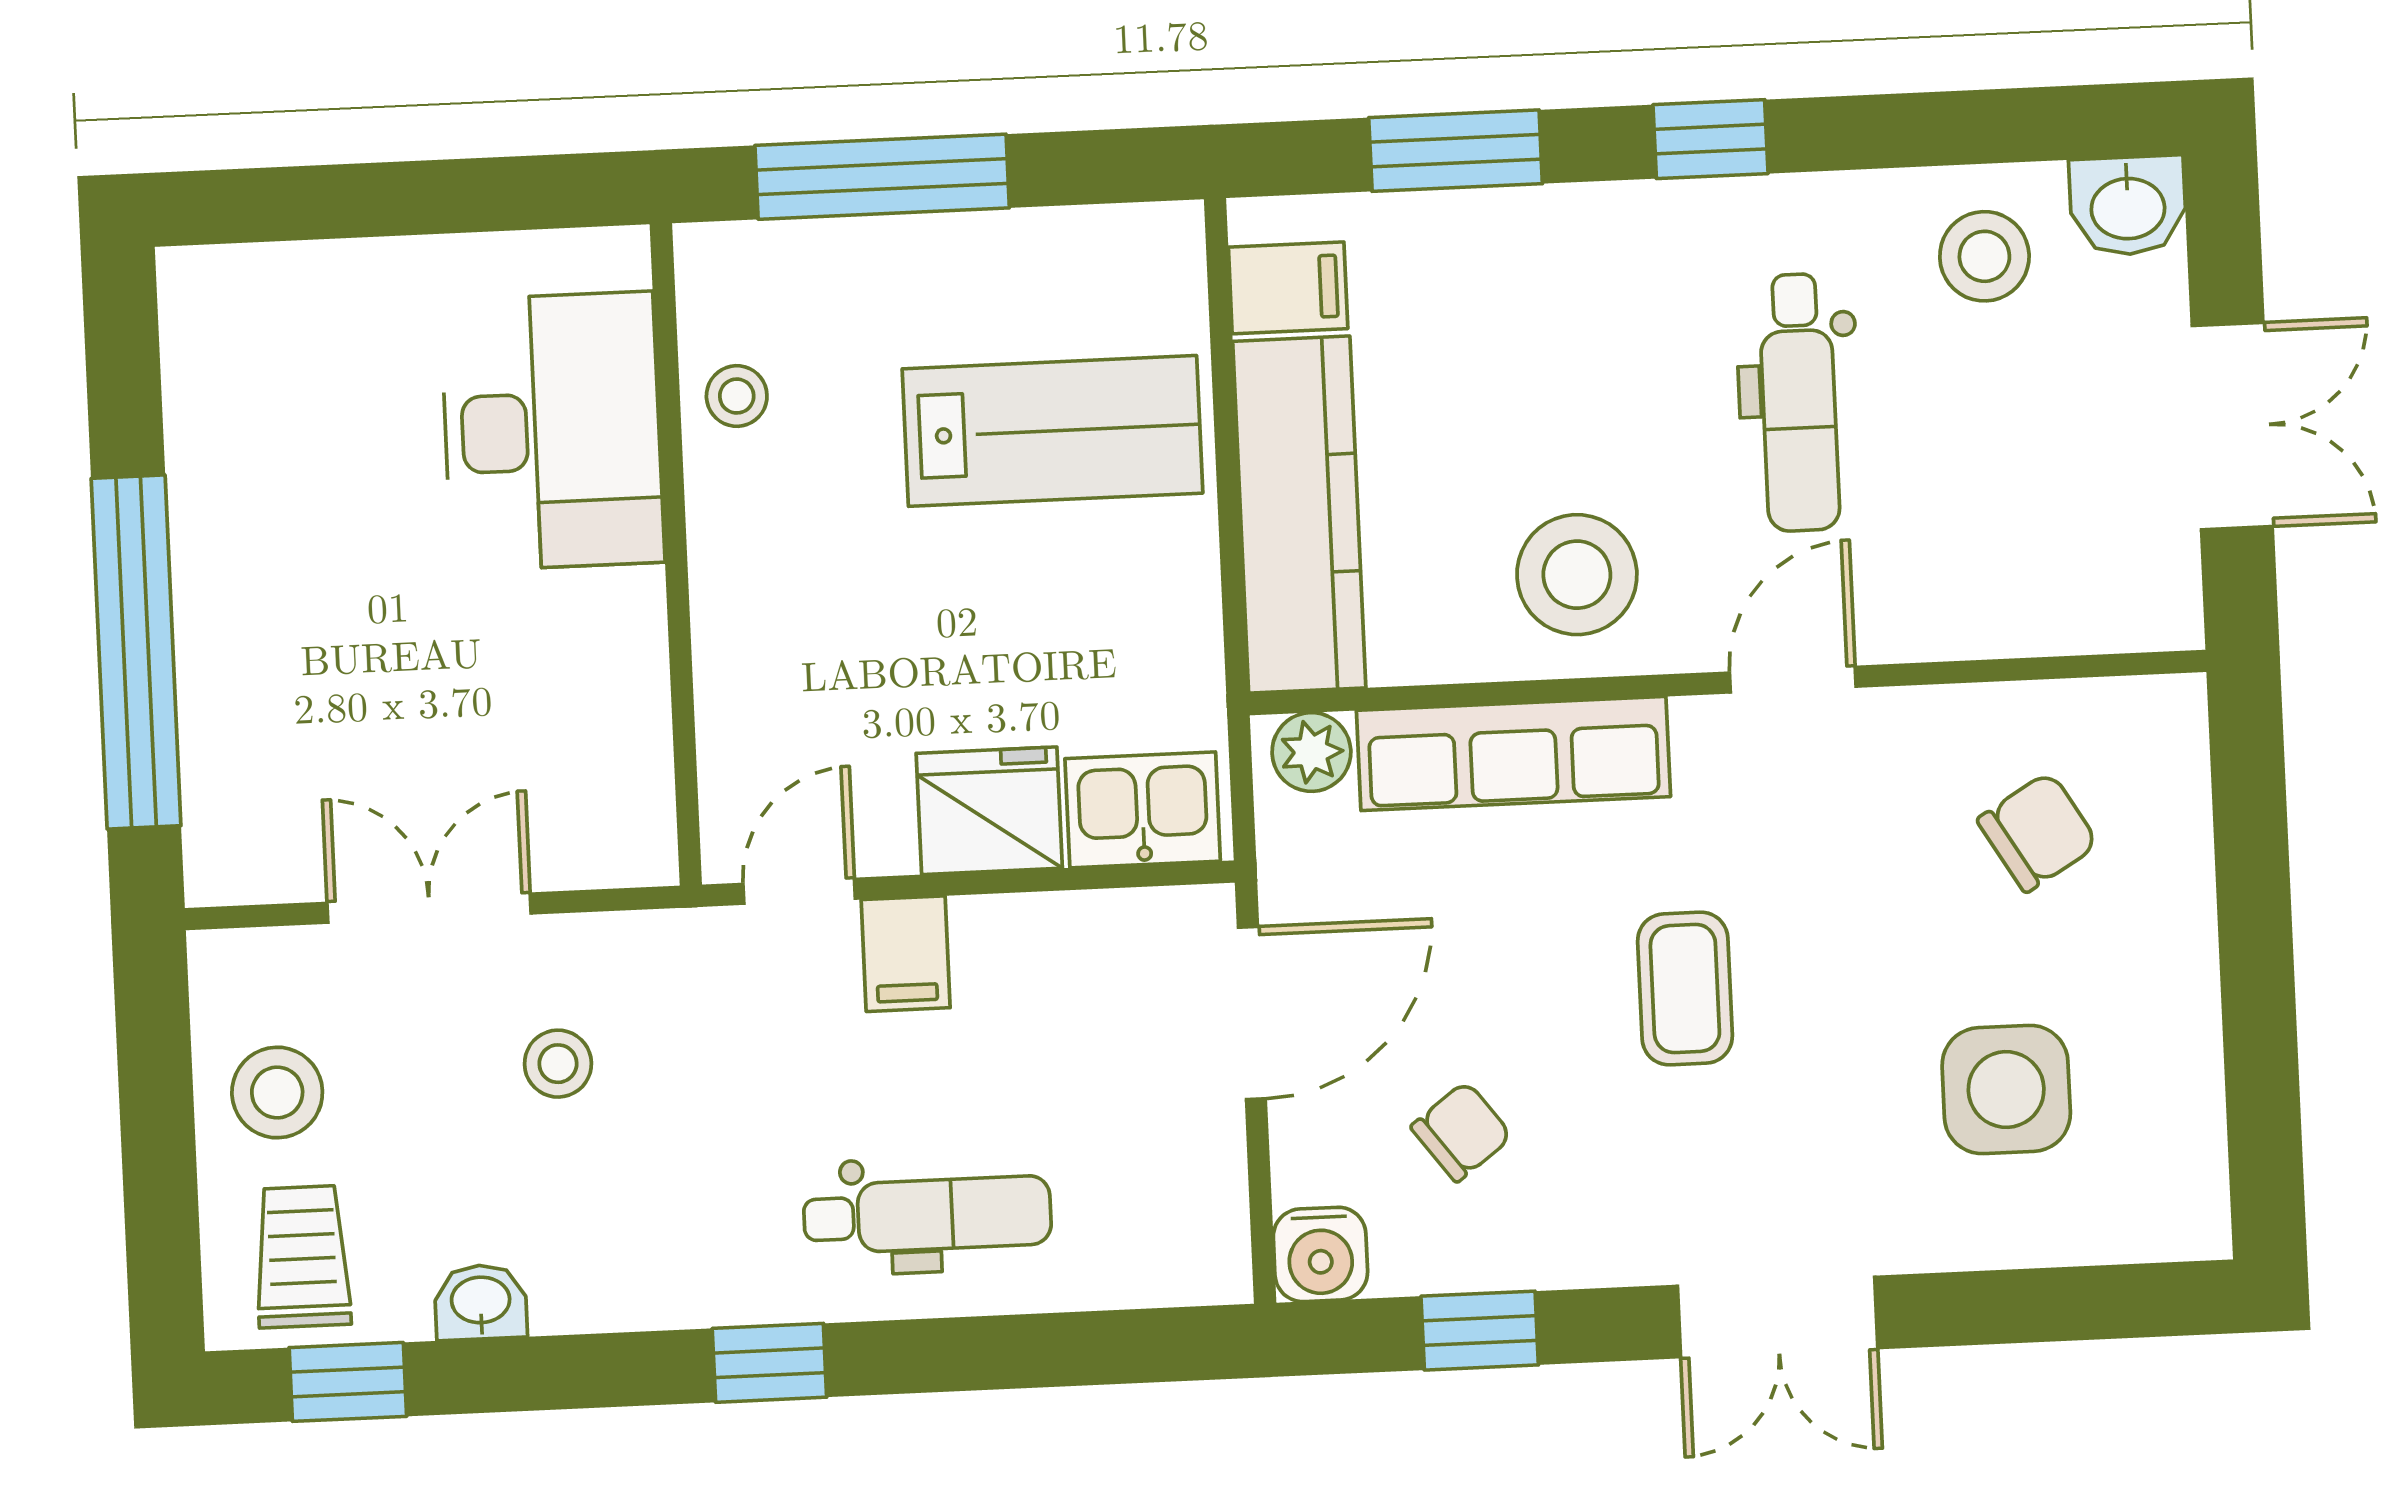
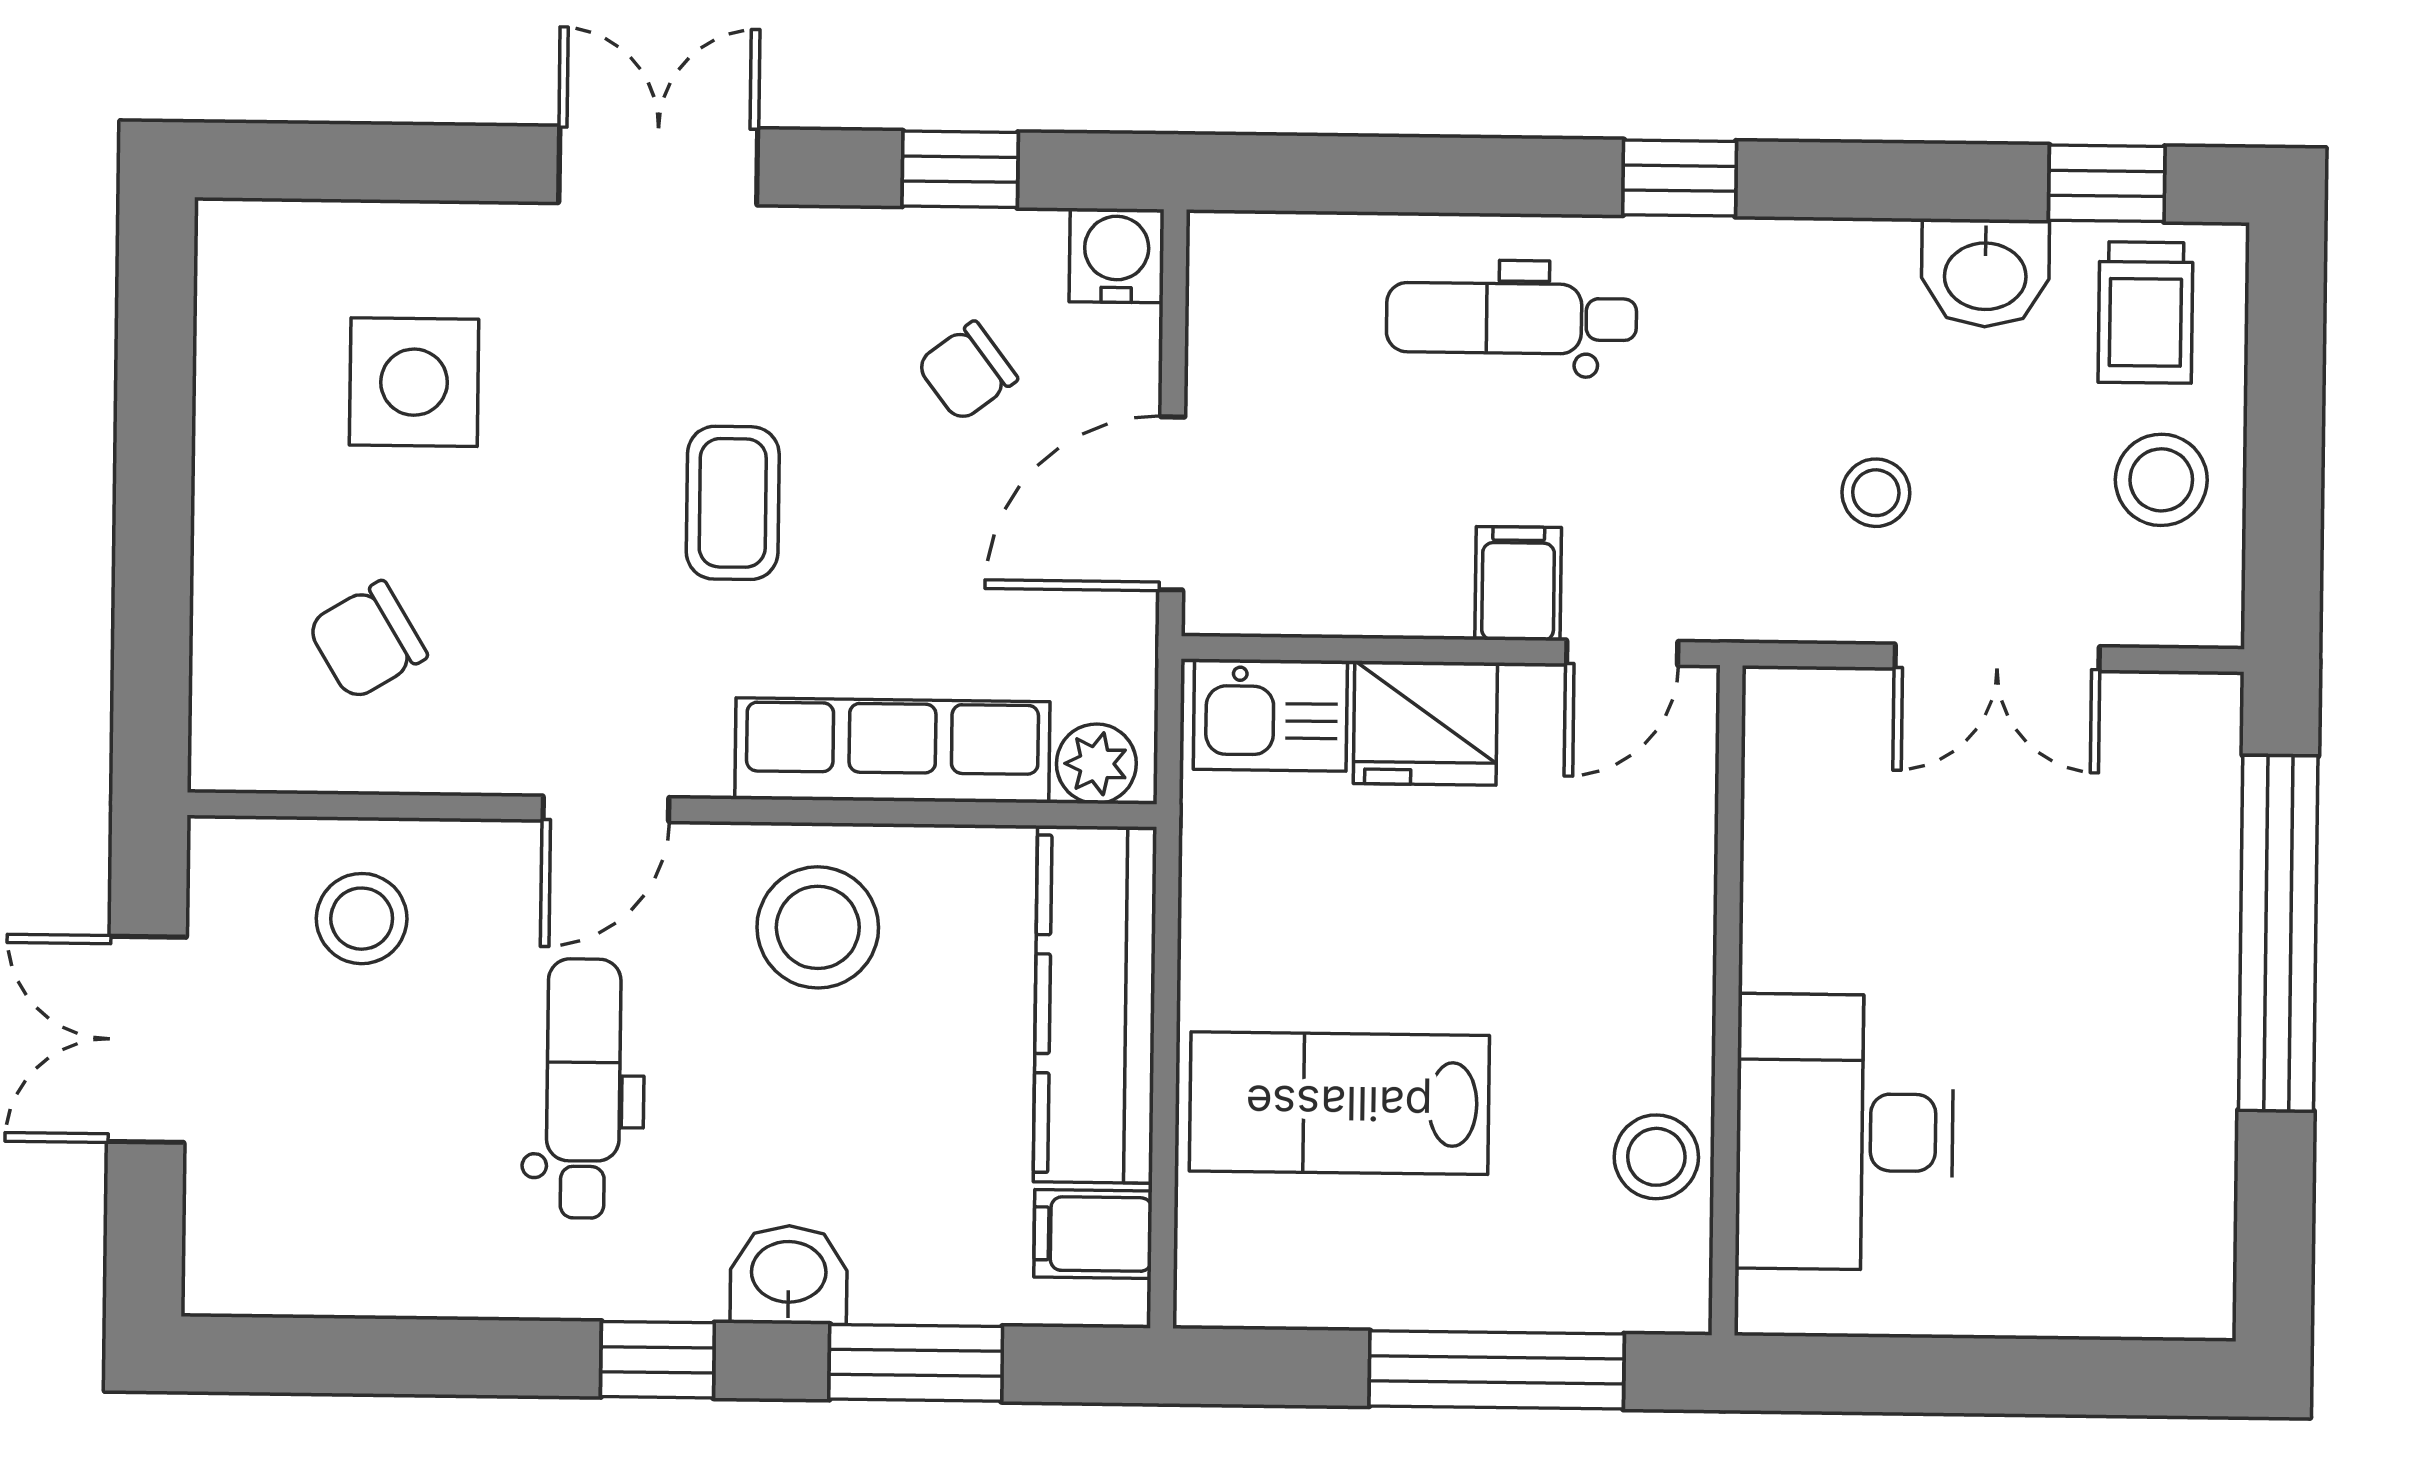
washbasin: (2128, 206) -> (789, 1275), moved
stool: (1984, 256) -> (362, 919), moved
stool: (737, 396) -> (1656, 1157), width x1.37, depth x1.37
washbasin: (481, 1302) -> (1985, 273), width x1.38, depth x1.45

